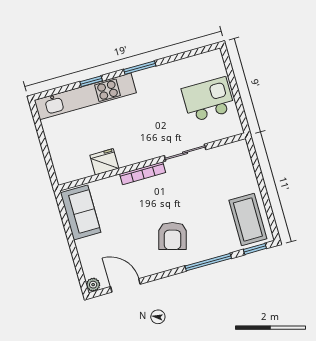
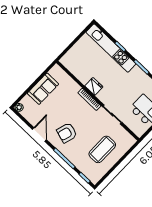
fridge: (104, 162) -> (94, 86), moved
sofa: (81, 213) -> (43, 89), moved
coffee table: (248, 220) -> (102, 149), moved
door: (125, 285) -> (39, 134), moved

